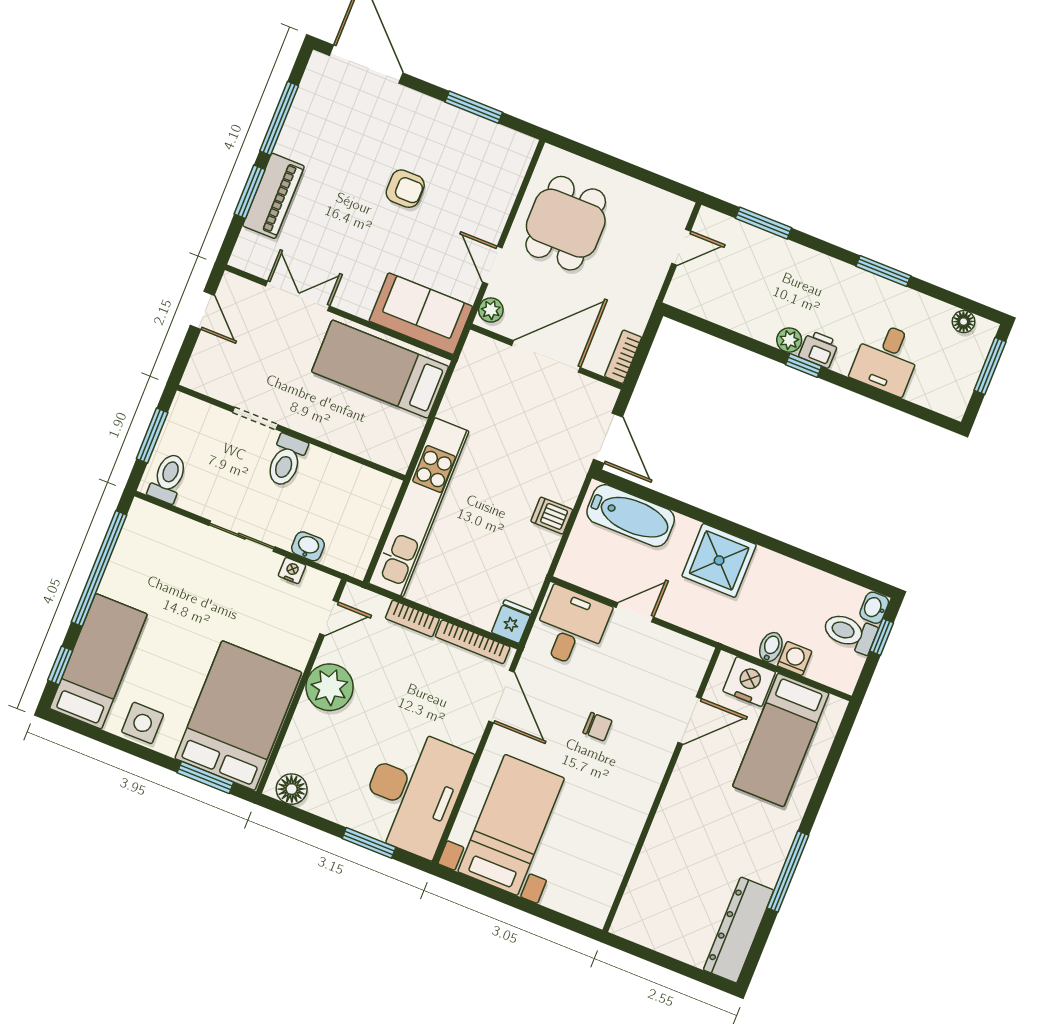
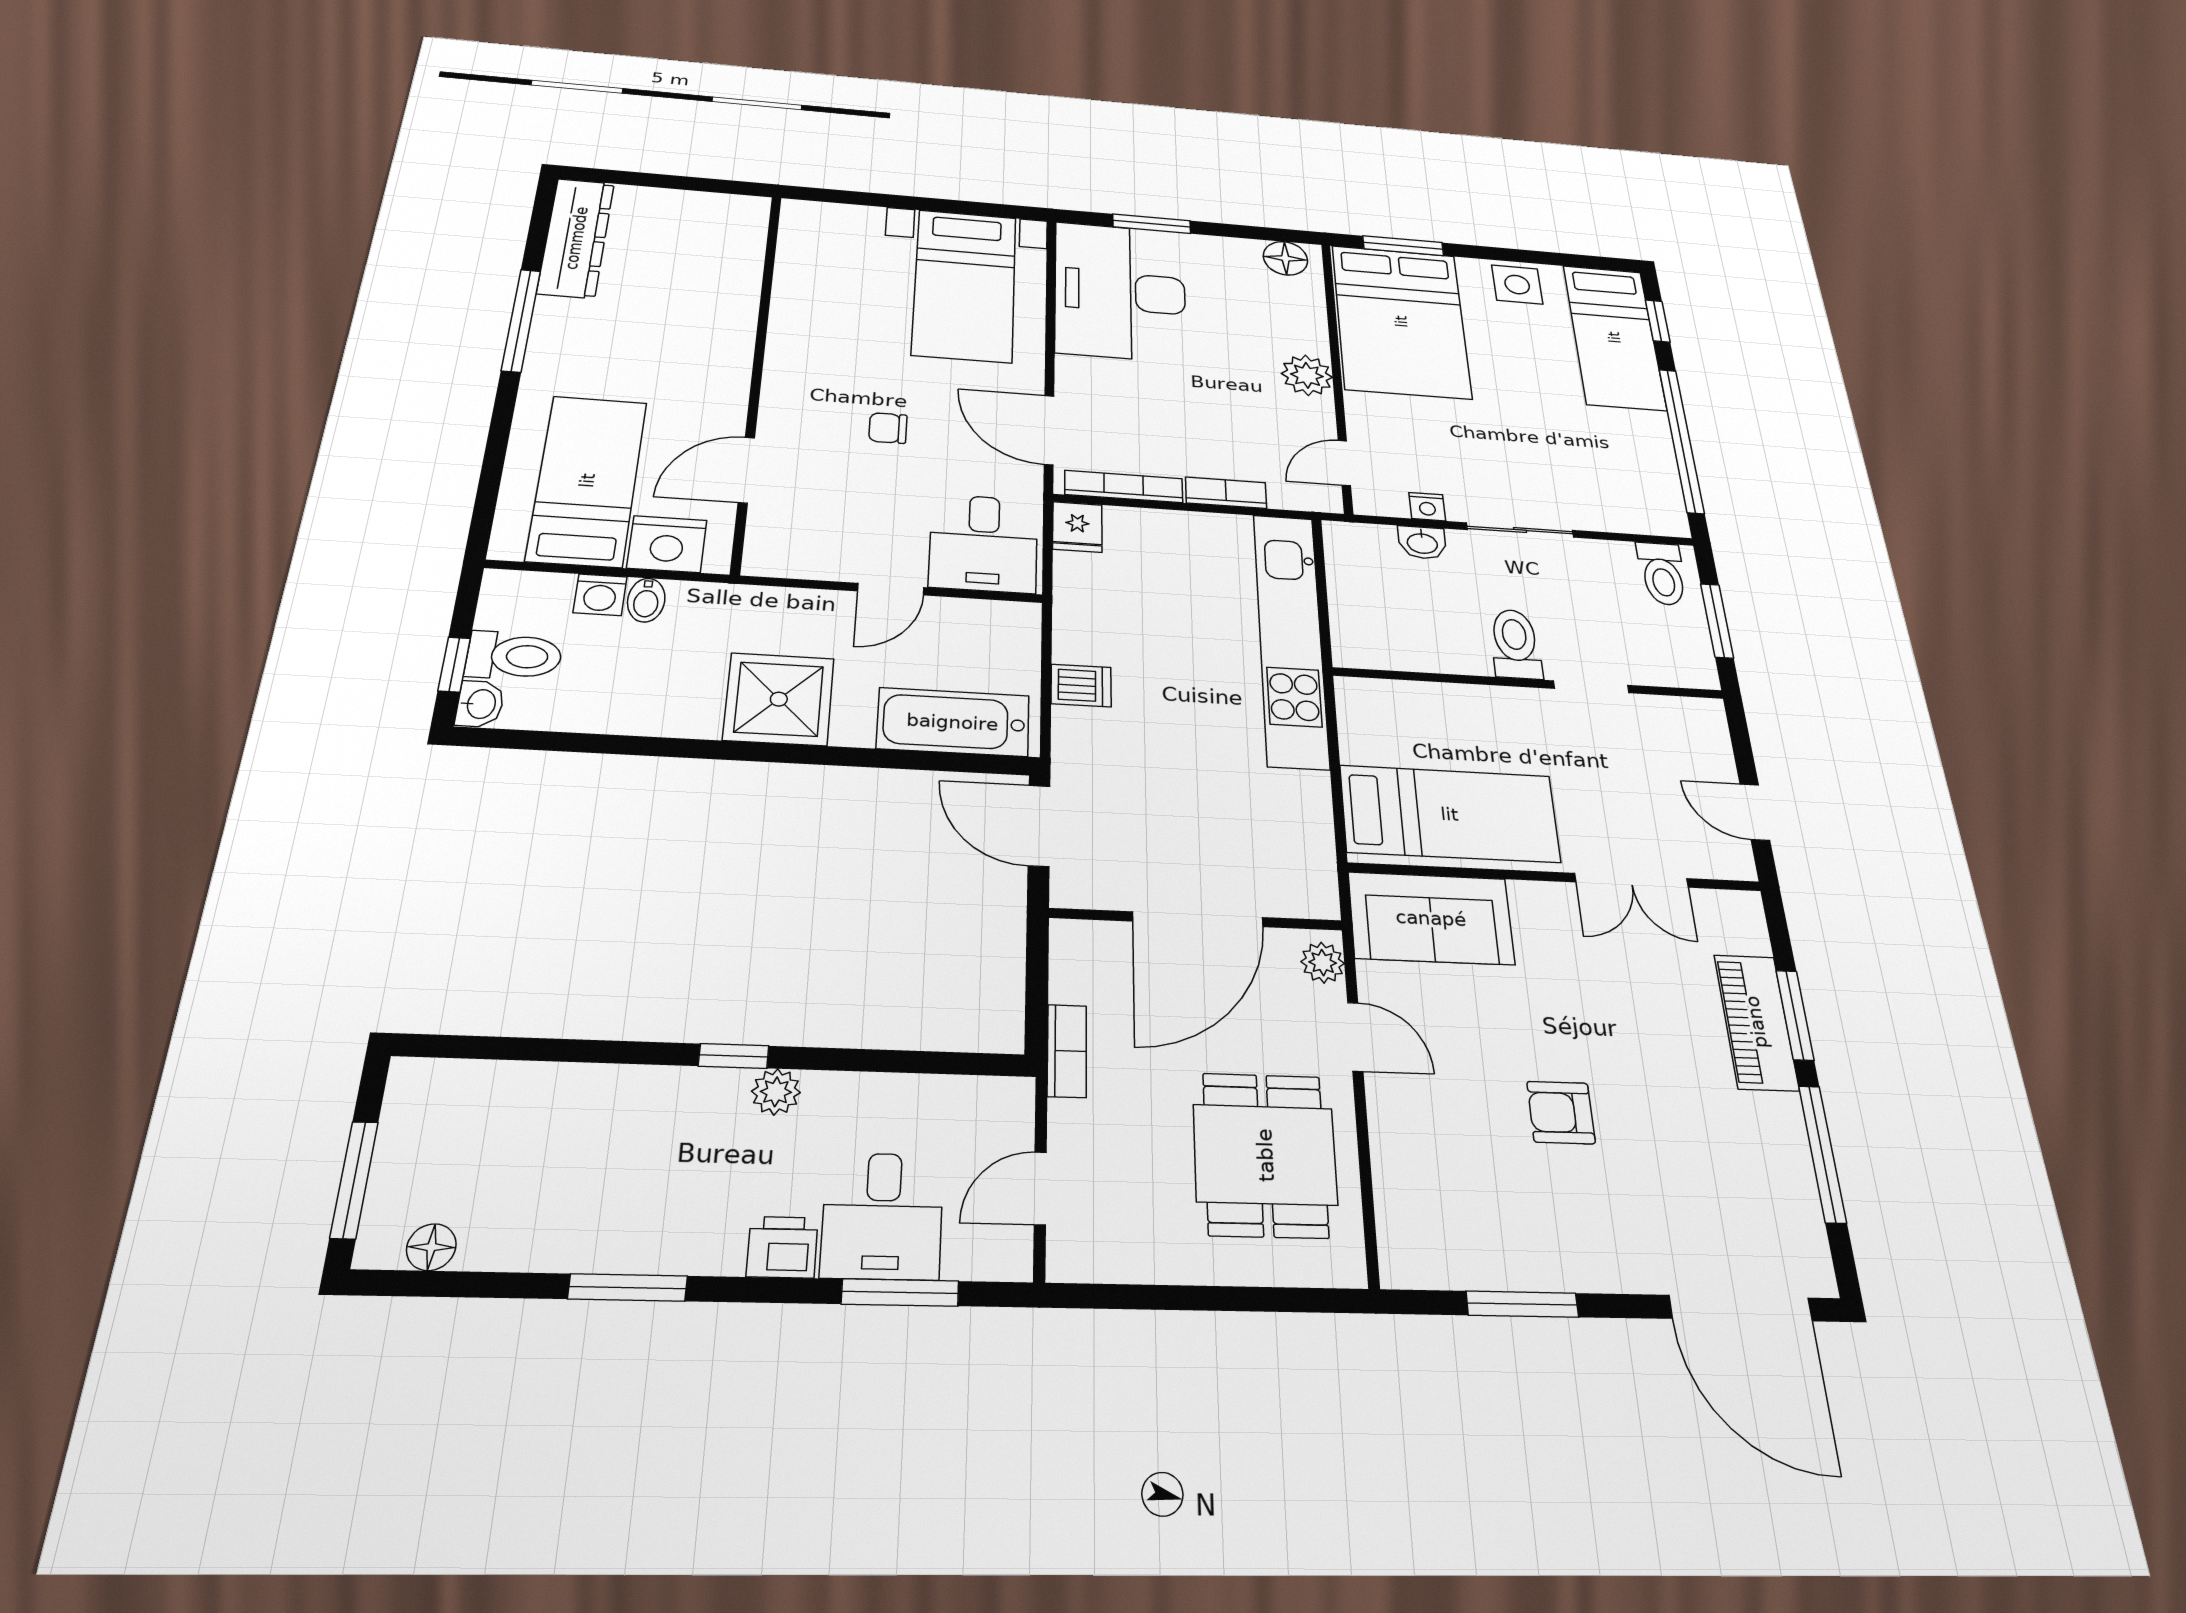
printer: (819, 349) -> (782, 1247), moved, turned 180
bookcase: (623, 357) -> (1067, 1051), moved
desk: (887, 359) -> (882, 1216), moved, turned 180
plant: (330, 687) -> (1307, 375), width x0.73, depth x0.73

